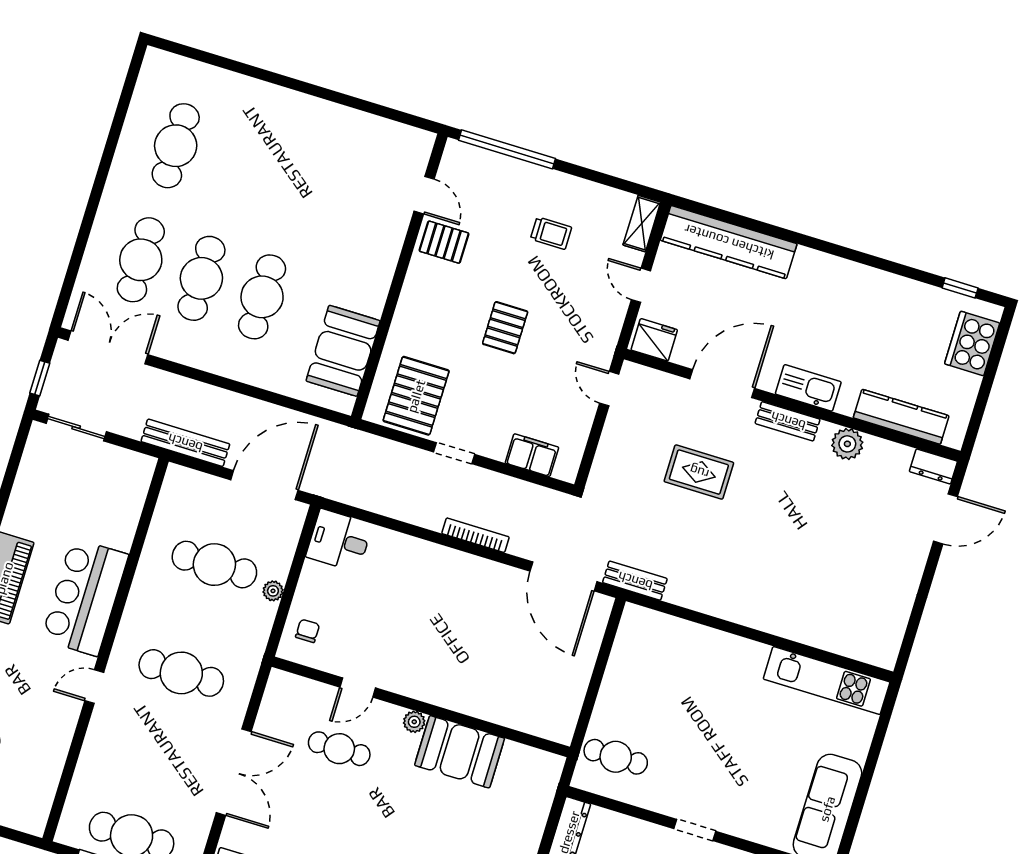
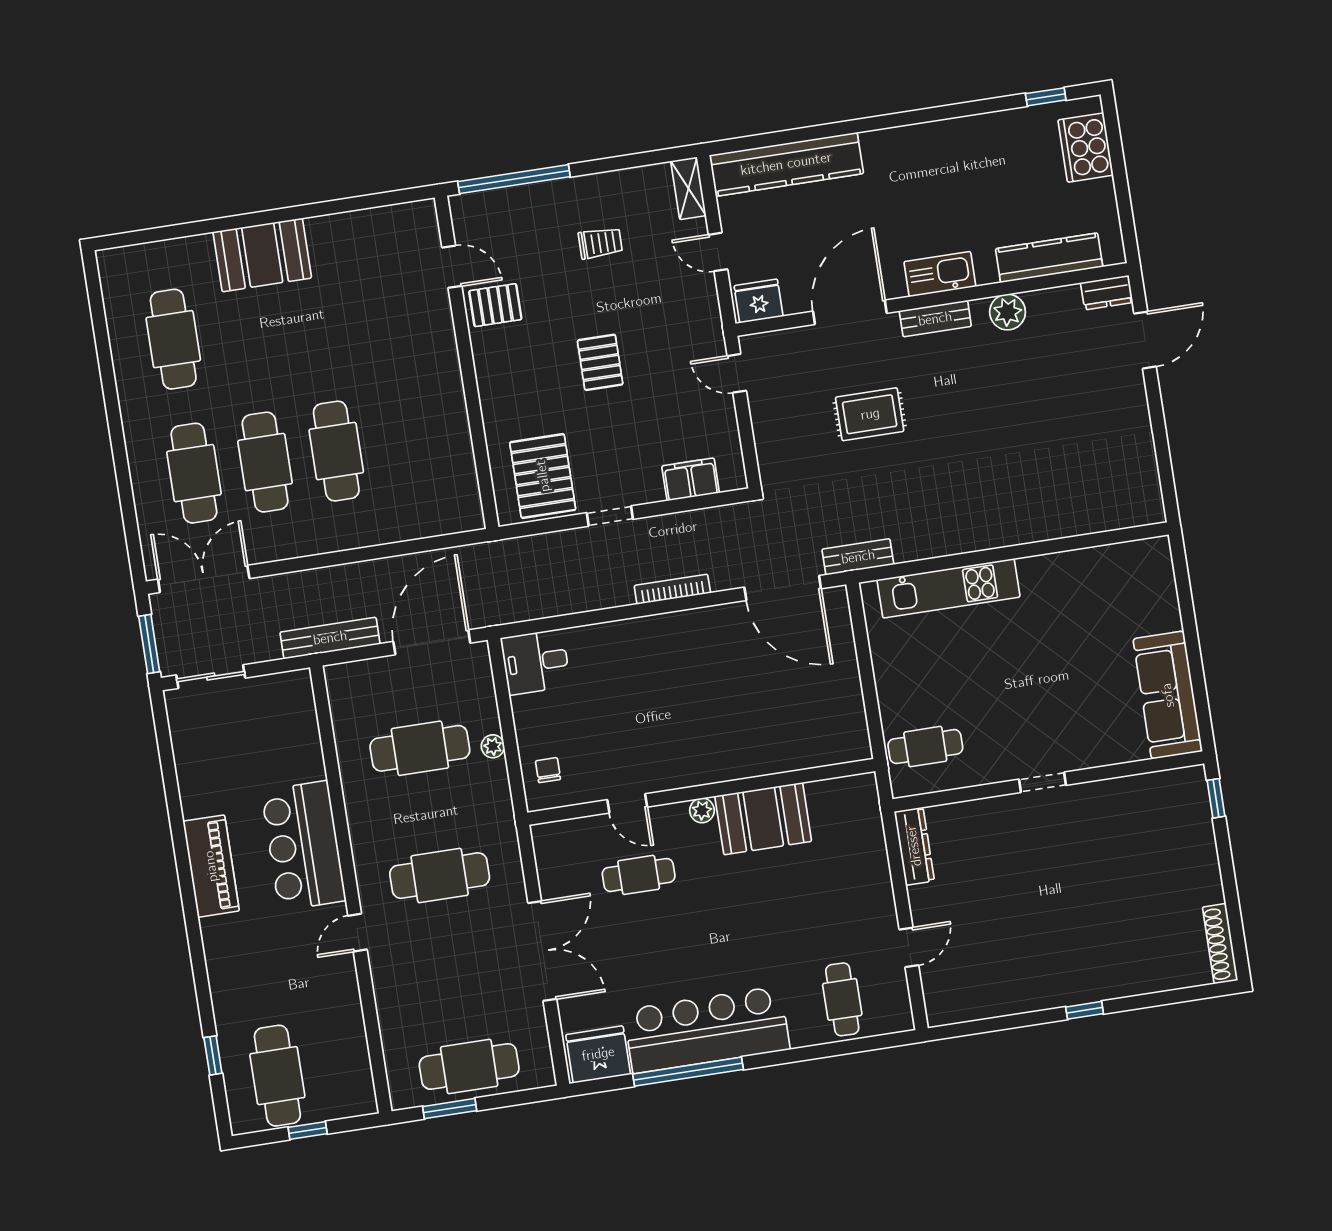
booth: (343, 351) -> (262, 255), moved, turned 90
window: (40, 378) -> (149, 644), width x1.50
kitchen unit: (827, 681) -> (948, 588), moved
door: (358, 688) -> (627, 803), hinge flipped

